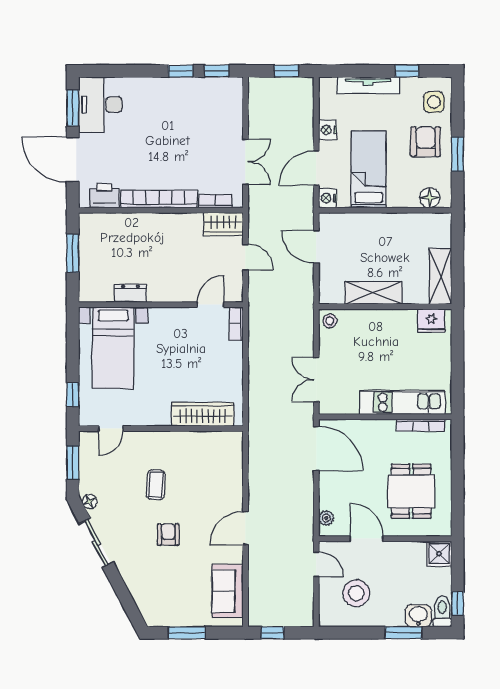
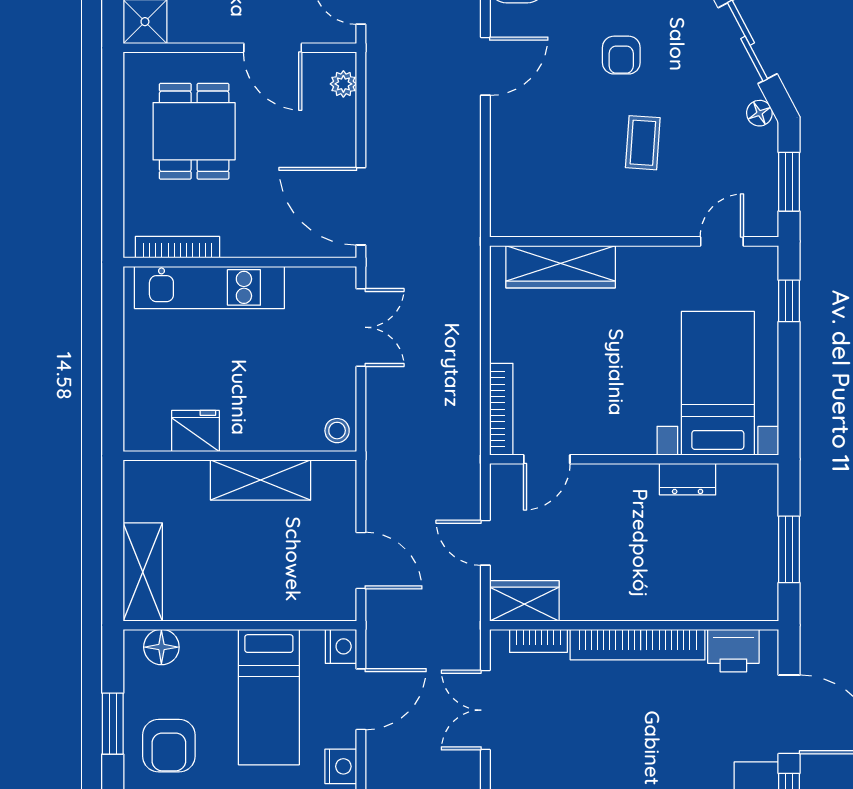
shelving: (440, 276) -> (143, 572), moved
fridge: (431, 321) -> (195, 431), moved
bookcase: (236, 324) -> (501, 409), width x1.56

